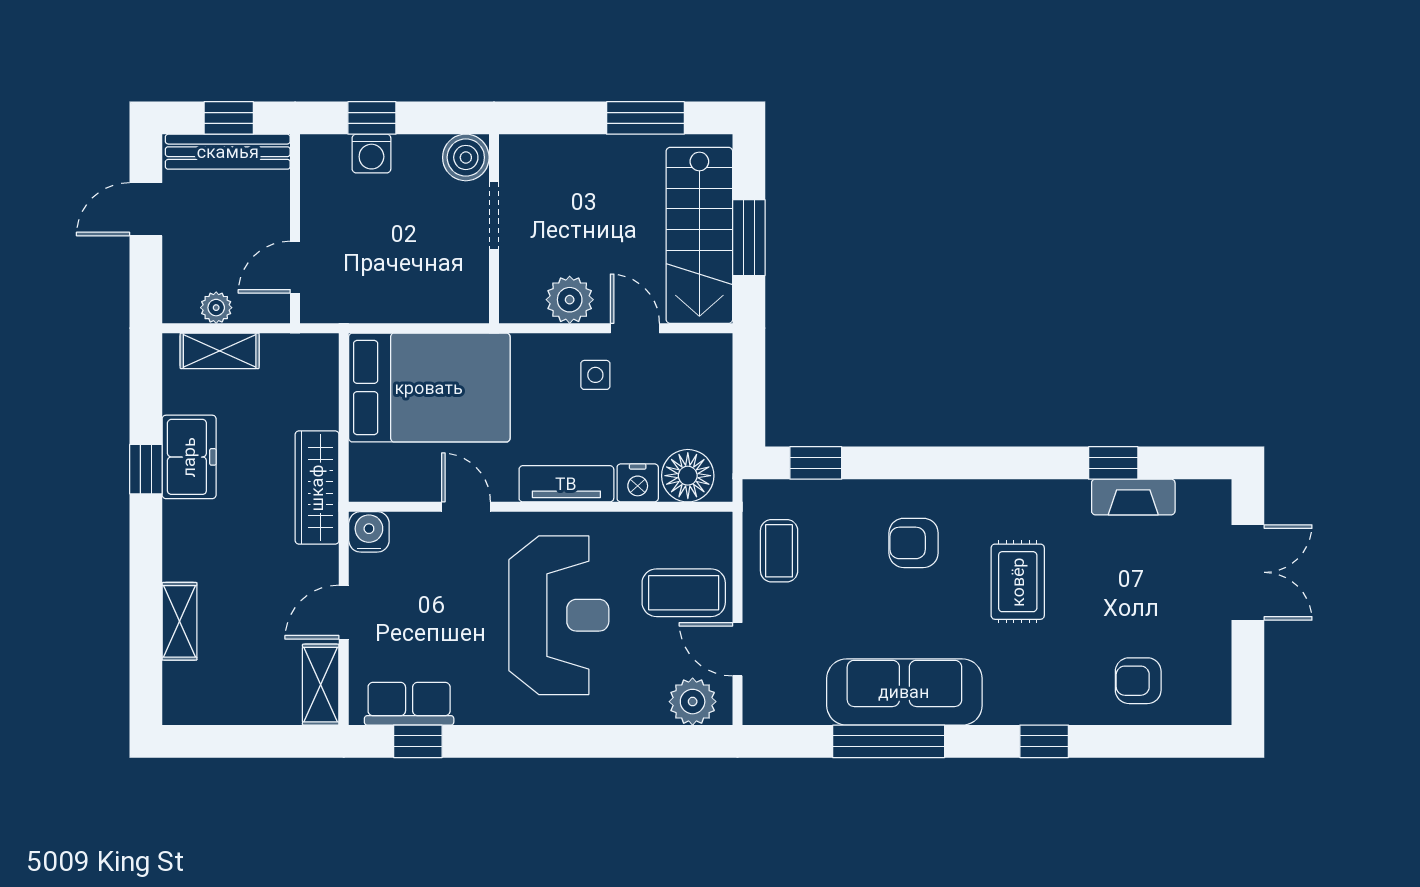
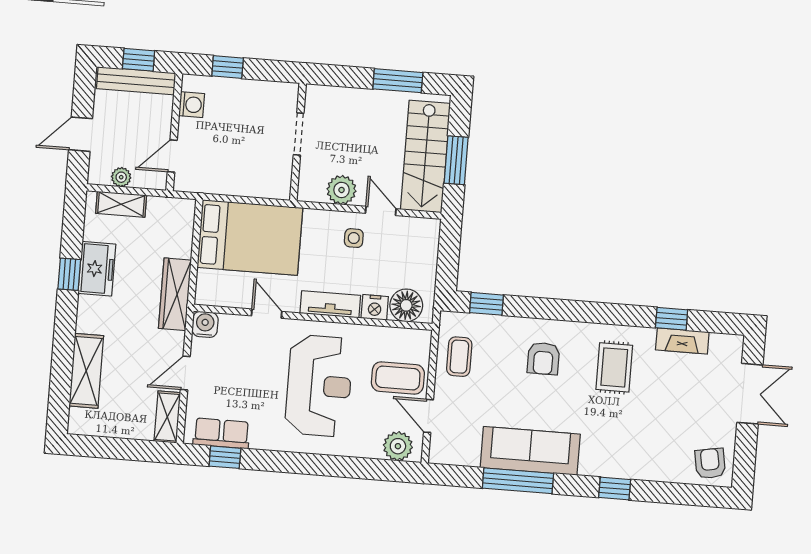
washing machine: (371, 154) -> (192, 105), moved, turned -90
boiler: (466, 157) -> (284, 96), removed
door: (146, 209) -> (81, 134), moved
armchair: (914, 543) -> (543, 359), turned -90
rug: (1018, 582) -> (614, 367), moved
shelving: (180, 621) -> (86, 371), width x1.50, depth x1.33
armchair: (1138, 681) -> (710, 463), moved, turned 80

